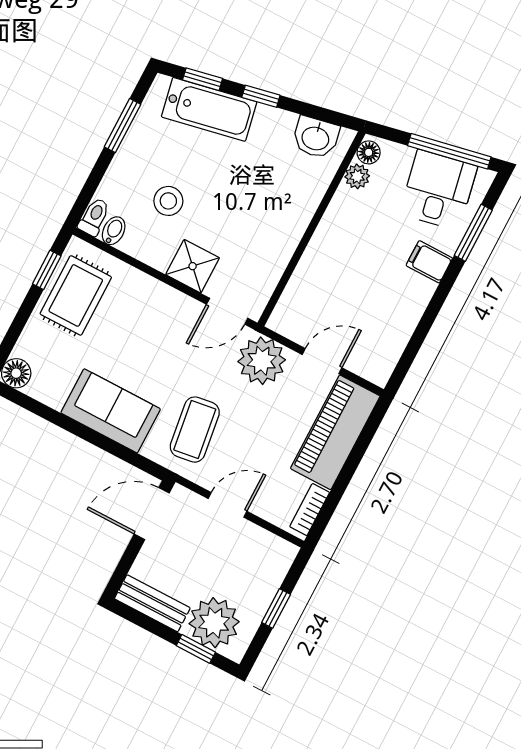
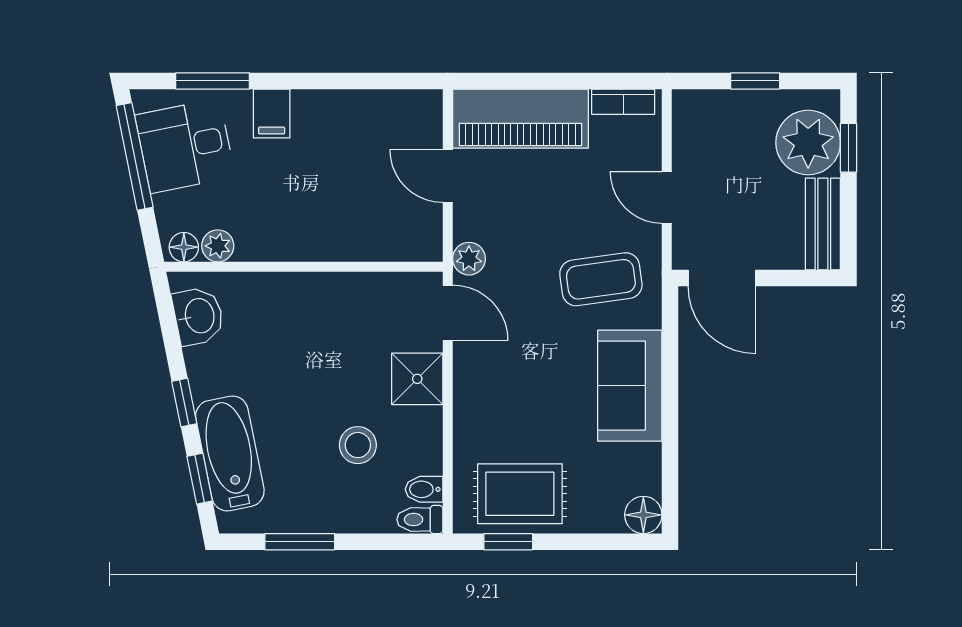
plant: (262, 361) -> (469, 259), width x0.53, depth x0.53

